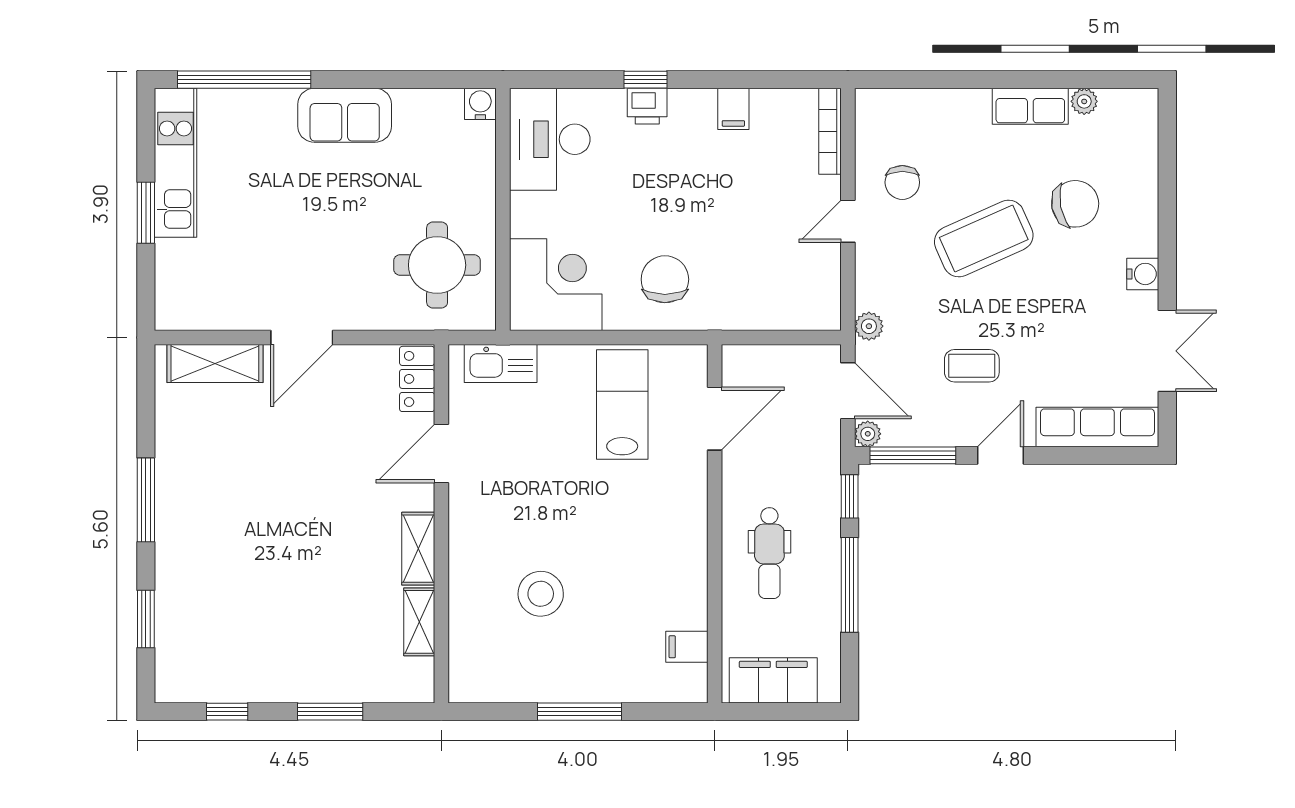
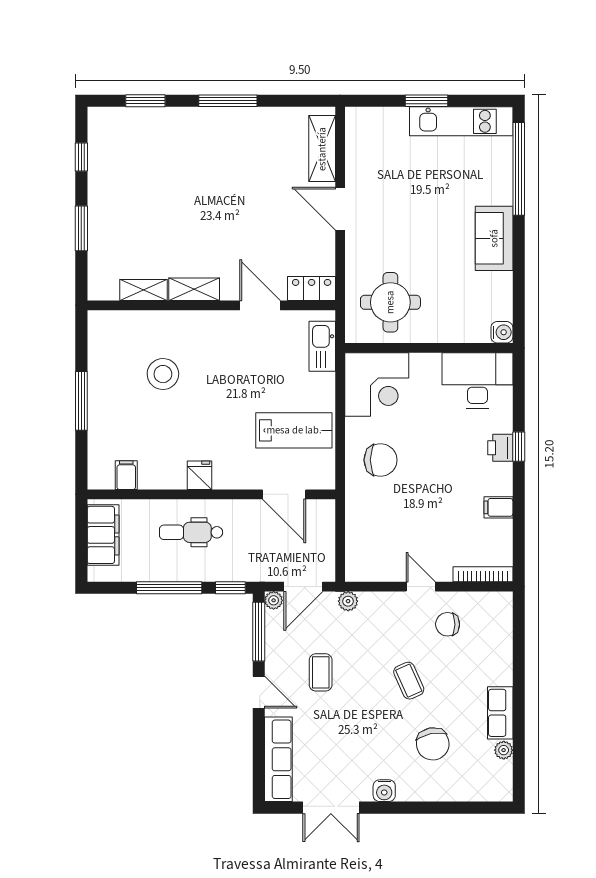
coffee table: (984, 239) -> (409, 681), width x0.54, depth x0.58
fridge: (687, 541) -> (199, 475), added

